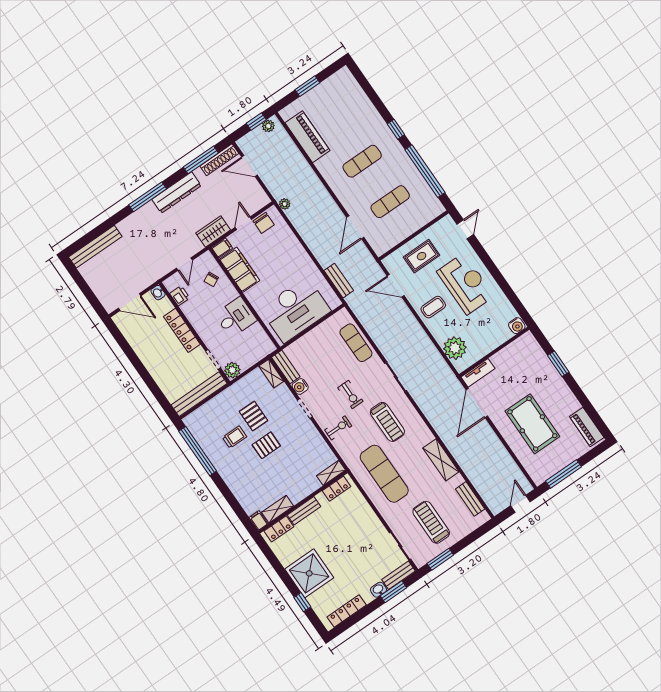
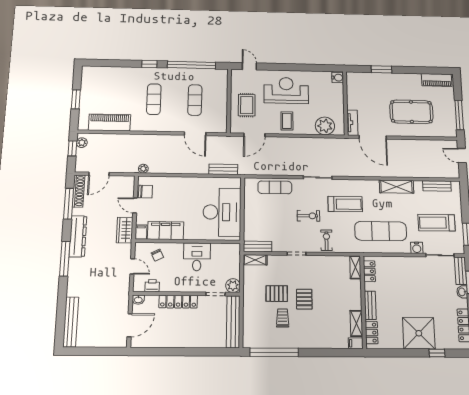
water cooler: (300, 387) -> (417, 248), moved

